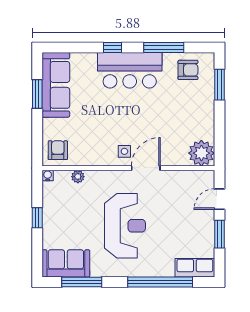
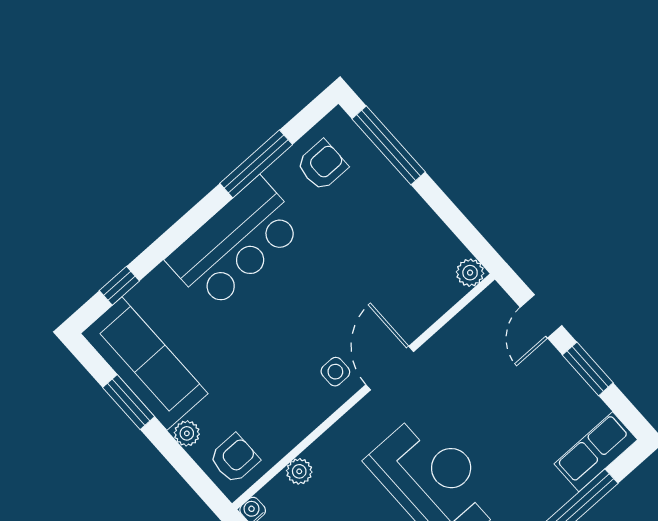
window: (113, 48) -> (119, 286), moved
window: (219, 85) -> (389, 145), width x1.44
plant: (48, 125) -> (187, 433), added
armchair: (58, 150) -> (234, 459), turned 90
plant: (201, 153) -> (470, 273), width x0.53, depth x0.53

